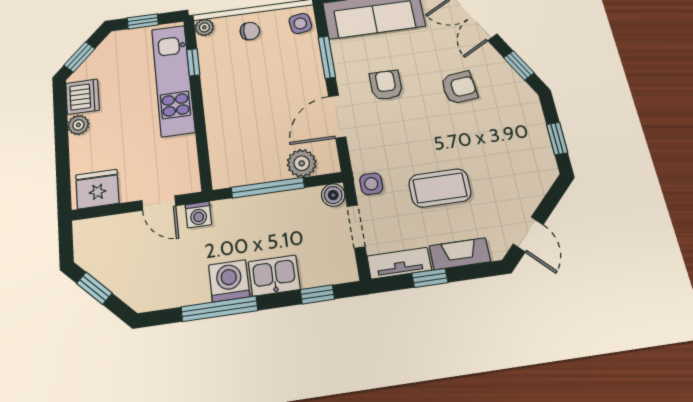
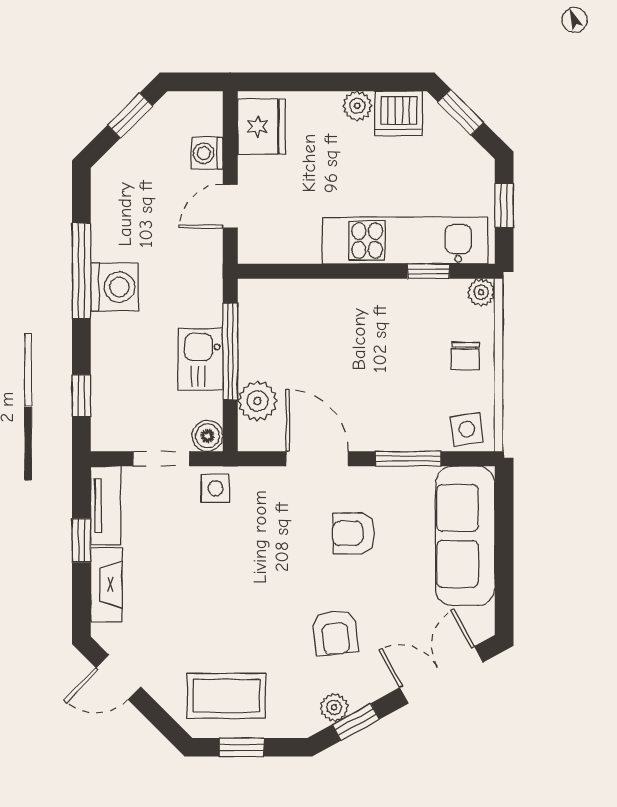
plant: (512, 81) -> (334, 707), added
armchair: (386, 85) -> (354, 533), turned 180
coffee table: (440, 188) -> (226, 696), moved, turned 90
washing machine: (198, 215) -> (207, 153), moved
kitchen sink: (274, 276) -> (201, 359), moved, turned 180

